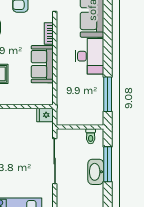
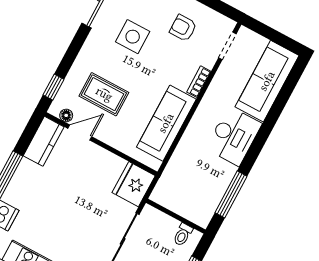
sofa: (42, 64) -> (166, 123), width x1.36
fridge: (45, 115) -> (134, 184), width x1.88, depth x1.34

